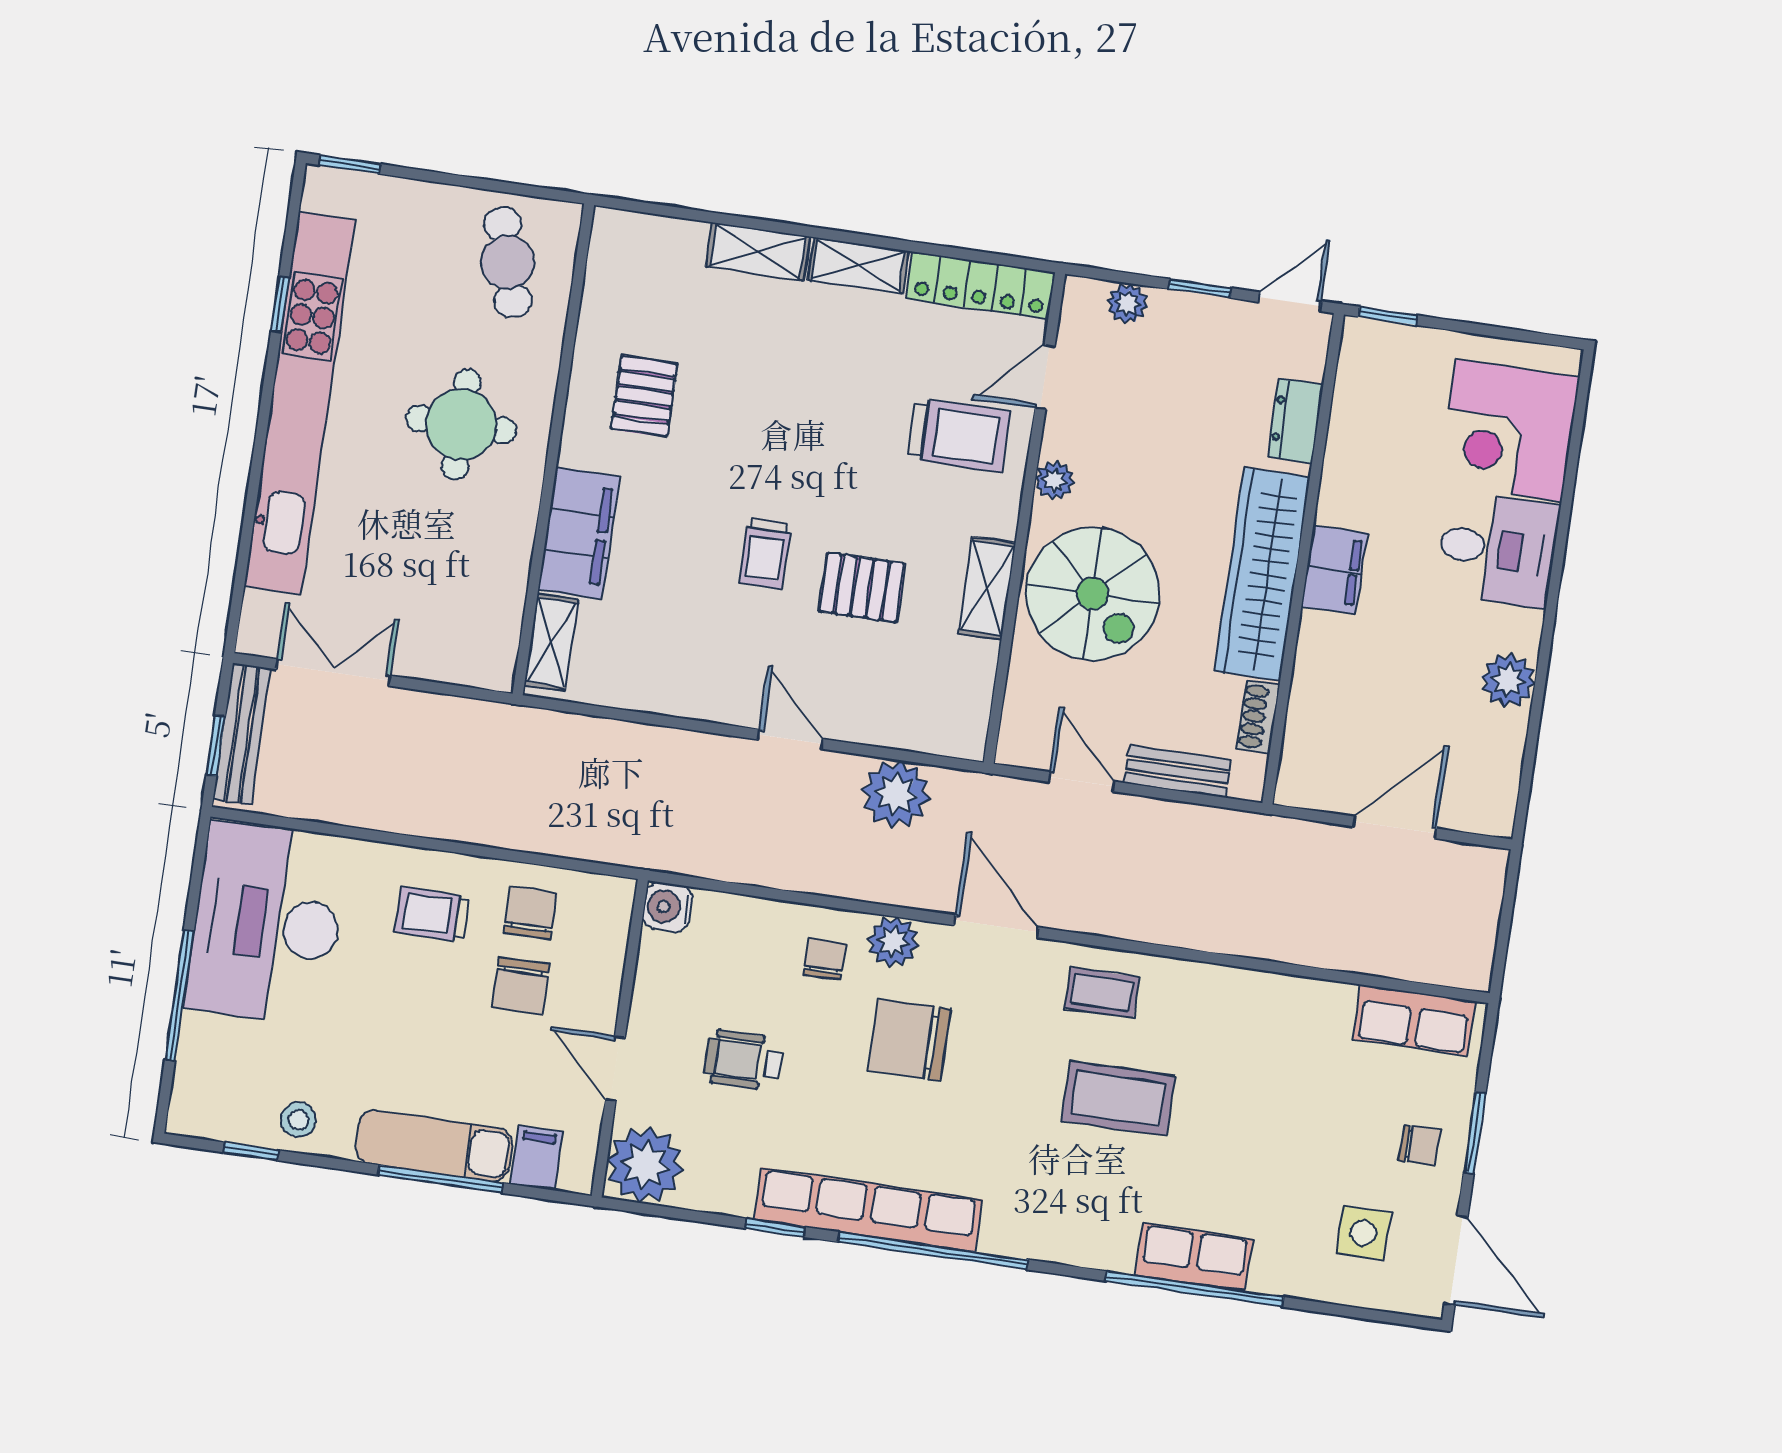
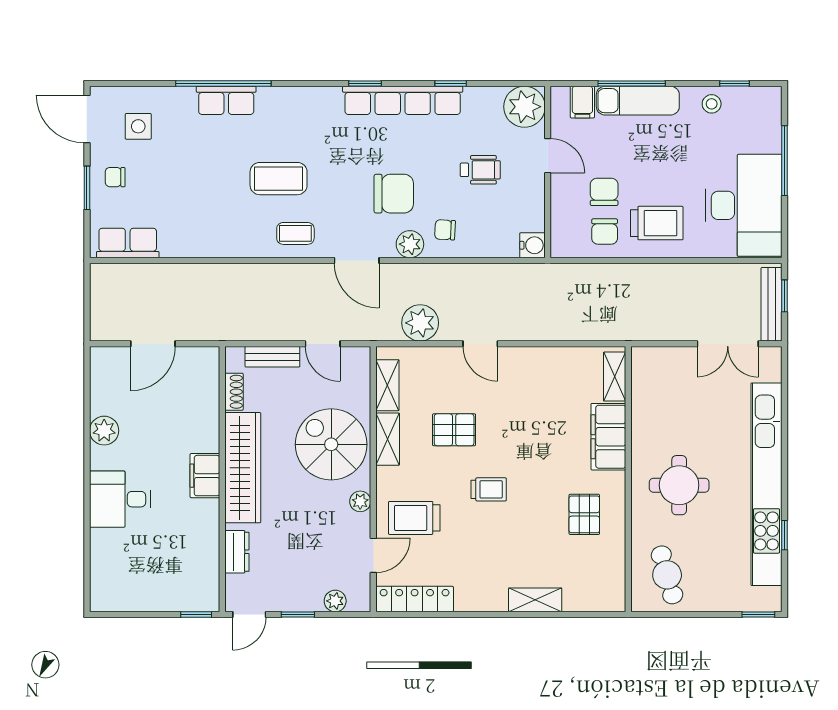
shelving: (858, 265) -> (387, 385), moved, turned 90
corner desk: (1509, 430) -> (123, 563), removed
trolley: (765, 554) -> (489, 489), moved, turned 90
trolley: (432, 914) -> (657, 223), width x1.36, depth x1.39
chair: (825, 959) -> (445, 230), turned 93
window: (933, 1251) -> (365, 84), width x0.32

